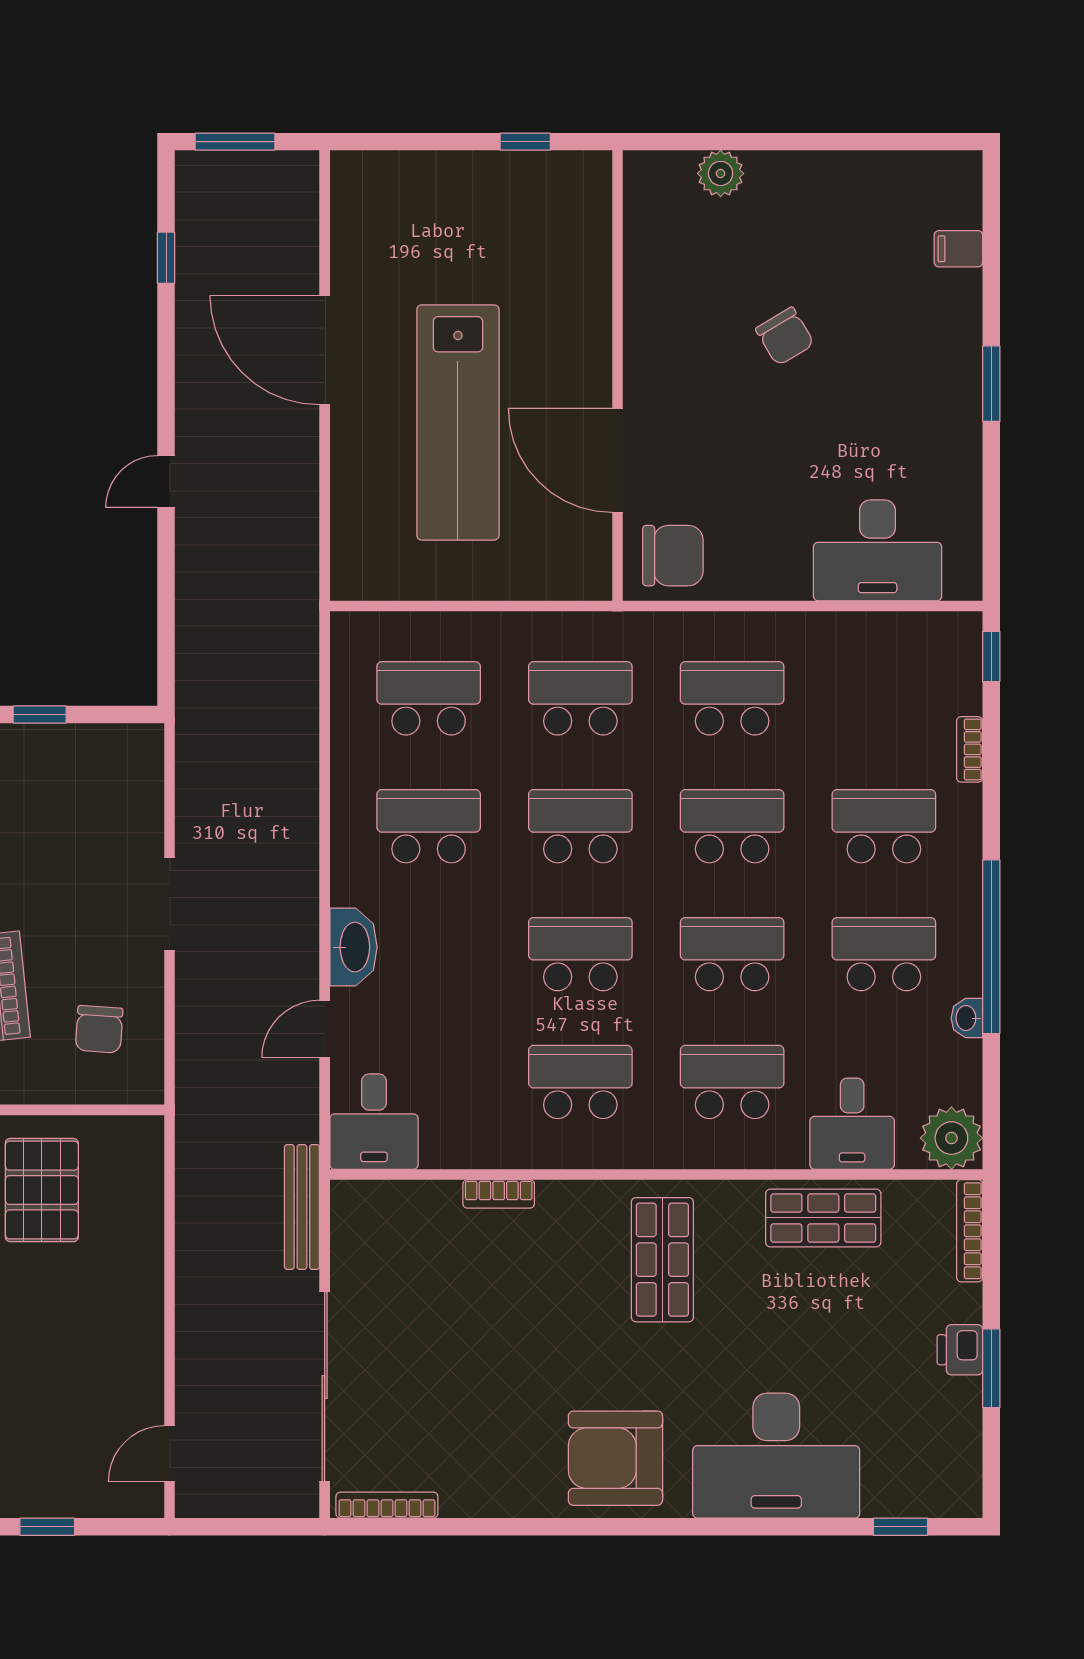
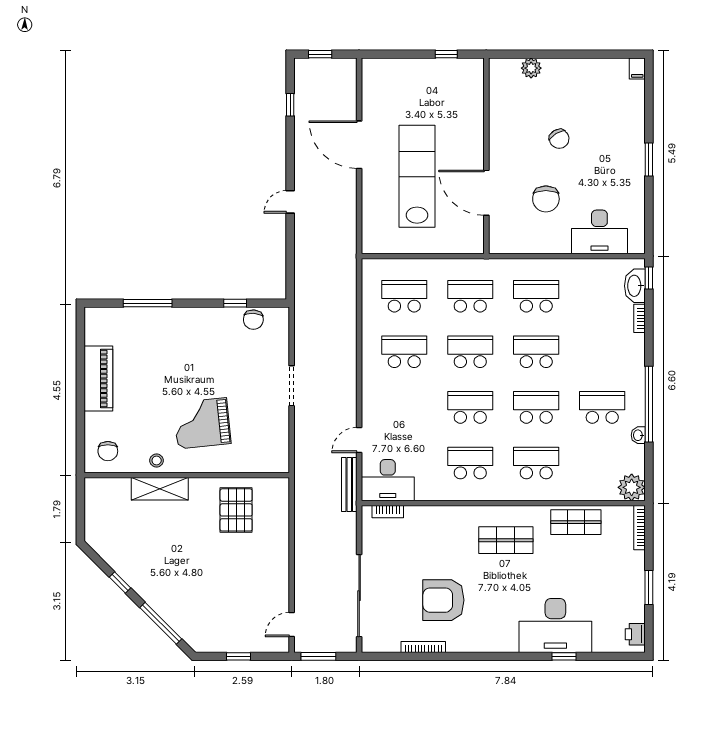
window: (235, 142) -> (320, 54), width x0.67
filing cabinet: (958, 249) -> (637, 68), moved, turned -90
lab bench: (458, 422) -> (417, 176), turned 180
chair: (673, 556) -> (546, 199), moved, turned 90
school desk: (884, 826) -> (602, 352), removed
washbasin: (353, 947) -> (635, 286), moved, turned 180
chair: (99, 1029) -> (253, 320), moved
desk: (374, 1122) -> (388, 480), width x1.37
desk: (852, 1124) -> (588, 481), removed
bookcase: (499, 1194) -> (388, 512), moved
bench: (302, 1207) -> (349, 484), moved
shop shelf: (662, 1260) -> (506, 540), turned 90
printer: (960, 1350) -> (635, 634), moved
armchair: (615, 1458) -> (443, 600), moved
bookcase: (387, 1505) -> (423, 647), moved
window: (231, 1527) -> (318, 656), added
window: (900, 1527) -> (564, 656), moved

